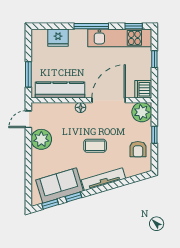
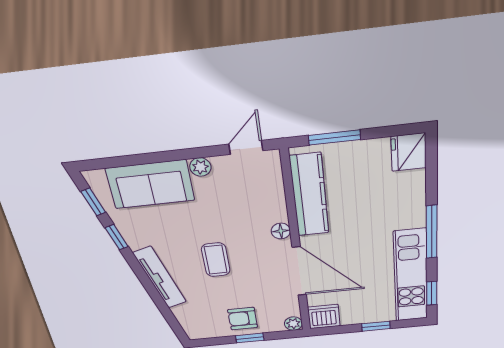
fridge: (58, 38) -> (409, 152), moved
plant: (142, 112) -> (293, 324), width x0.53, depth x0.53
door: (28, 119) -> (246, 147), hinge flipped
plant: (41, 139) -> (200, 167), width x0.53, depth x0.53
armchair: (138, 149) -> (243, 319), moved
sofa: (60, 186) -> (150, 184), moved, turned 107

